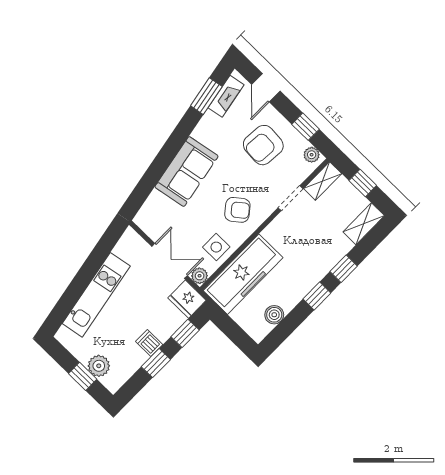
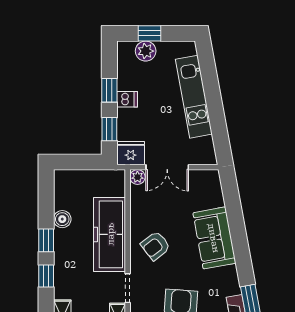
side table: (216, 247) -> (145, 207), removed
freezer: (243, 274) -> (110, 234), moved
boiler: (274, 315) -> (62, 219), moved

